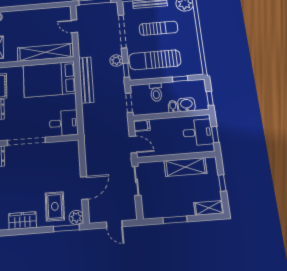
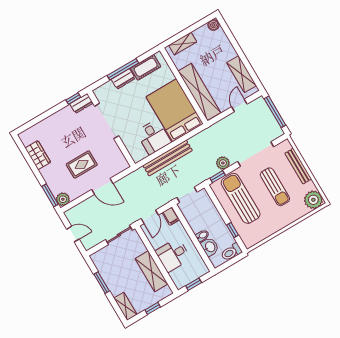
shelving: (49, 13) -> (242, 74), added
bench: (86, 80) -> (168, 158), moved
toilet: (156, 92) -> (231, 252), moved
window: (210, 98) -> (226, 265), removed
desk: (64, 123) -> (154, 137), moved
desk: (198, 132) -> (173, 255), moved, turned 90
door: (84, 188) -> (102, 186), moved
rug: (55, 206) -> (82, 164), moved
door: (114, 224) -> (73, 234), swing flipped

